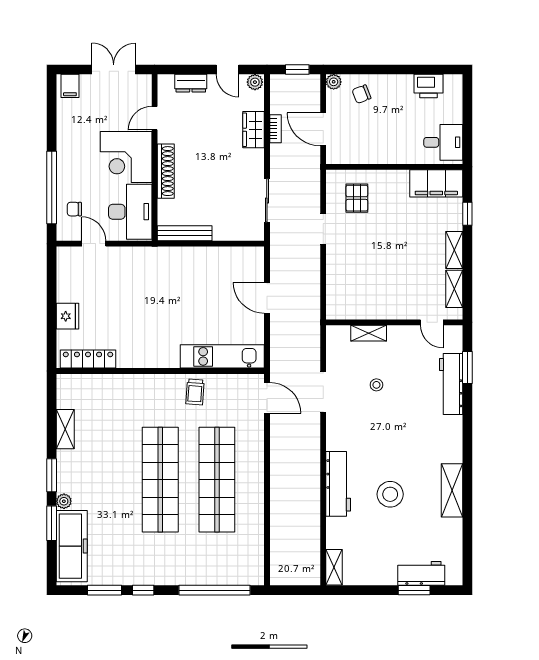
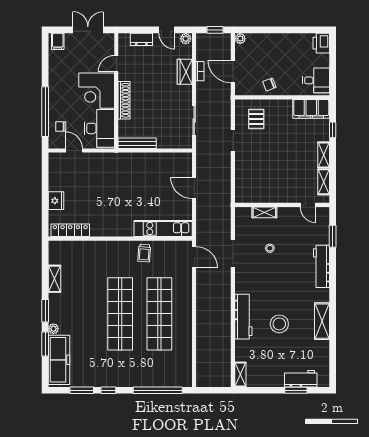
printer: (429, 86) -> (321, 43), moved, turned 90
chair: (361, 94) -> (269, 84), moved
workbench: (451, 384) -> (322, 266), moved

